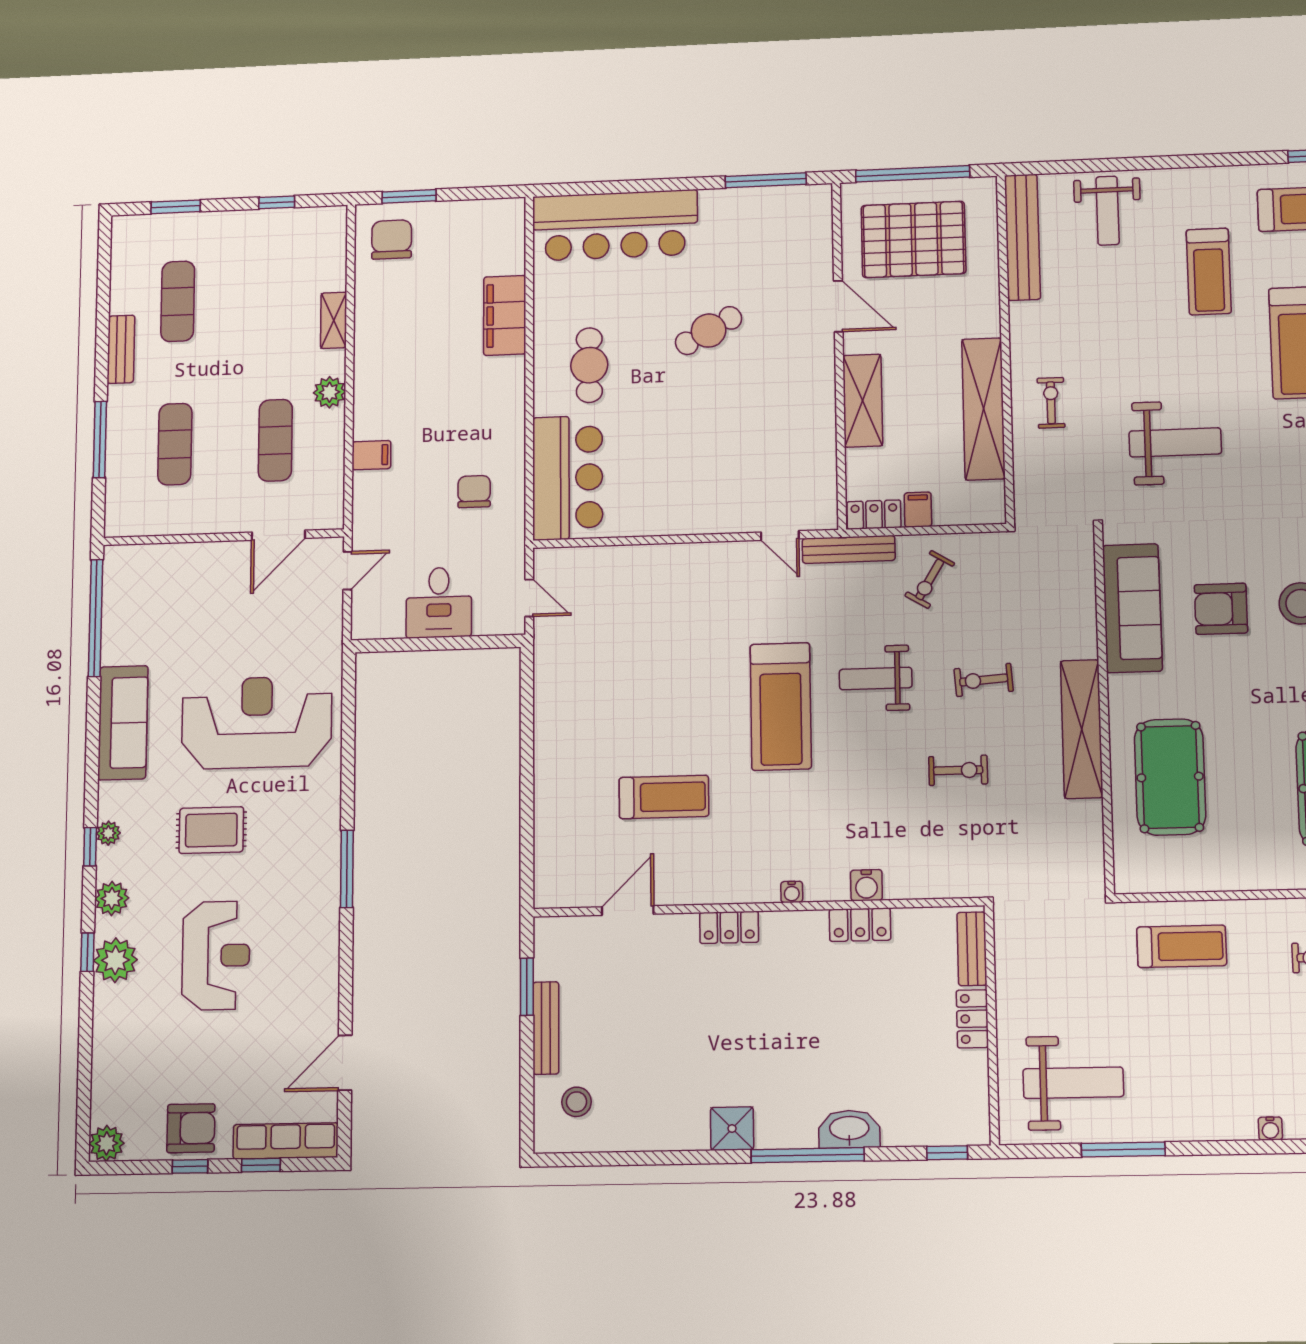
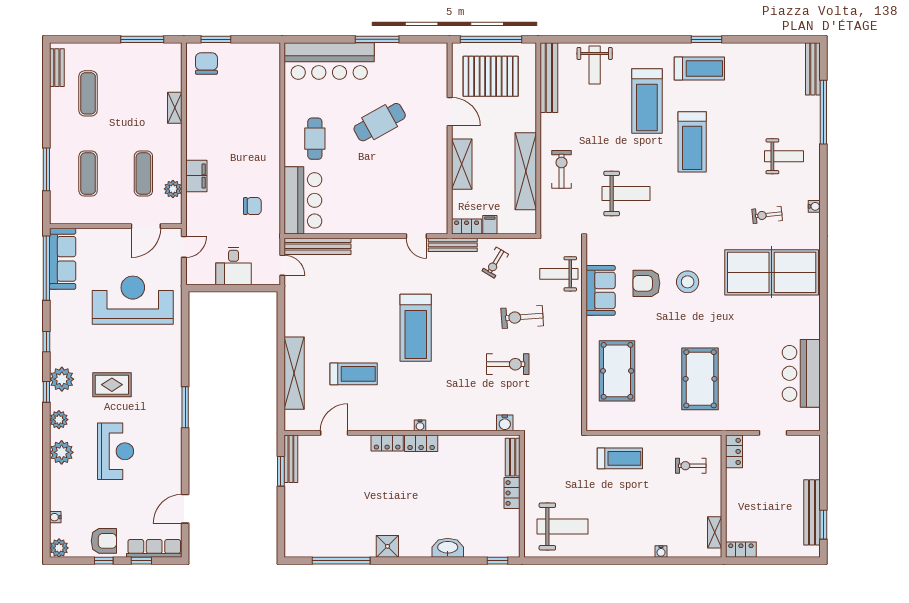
window: (766, 180) -> (377, 39), moved
window: (277, 202) -> (142, 39), width x2.17
window: (176, 207) -> (86, 39), removed
treadmill: (1209, 271) -> (647, 101), width x1.37, depth x1.38
filing cabinet: (505, 315) -> (269, 109), removed
cafe table: (709, 331) -> (380, 122), width x1.37, depth x1.35
bench: (121, 349) -> (57, 68), moved
plant: (329, 392) -> (173, 189), moved
exercise bike: (1051, 403) -> (562, 169), width x1.38, depth x1.39
filing cabinet: (371, 455) -> (196, 176), width x2.00
chair: (474, 492) -> (252, 206), turned 90
bench: (595, 561) -> (318, 246), added
sofa: (1132, 608) -> (601, 290), width x0.73
weight bench: (876, 678) -> (559, 274), moved
exercise bike: (984, 680) -> (522, 317), width x1.38, depth x1.39
sofa: (123, 723) -> (63, 259), moved
reception desk: (257, 723) -> (133, 300), moved
shelving: (1082, 729) -> (294, 373), moved
exercise bike: (958, 770) -> (508, 364), width x1.38, depth x1.39
plant: (108, 833) -> (62, 379), width x1.88, depth x1.88
water cooler: (866, 885) -> (505, 423), moved
locker: (860, 925) -> (421, 443), moved
window: (87, 952) -> (46, 342), moved
bench: (546, 1028) -> (291, 459), moved
water cooler: (101, 1084) -> (55, 517), added
stool: (577, 1102) -> (307, 531), removed
window: (1123, 1149) -> (587, 561), removed
window: (808, 1155) -> (341, 561), moved

